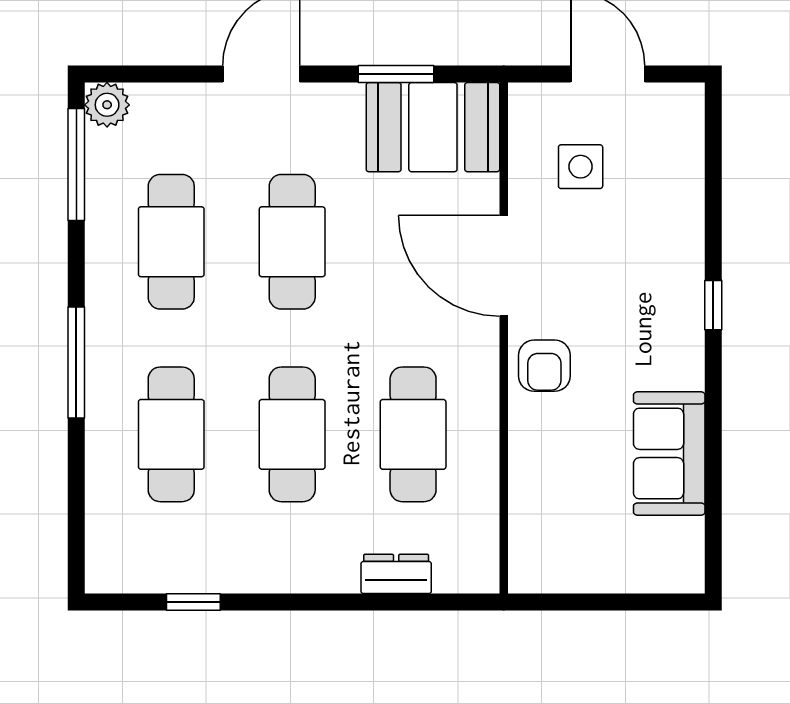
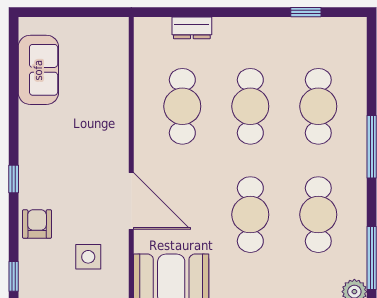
window: (713, 132) -> (14, 276), added
armchair: (544, 366) -> (37, 224), moved
sofa: (669, 453) -> (38, 70), moved

